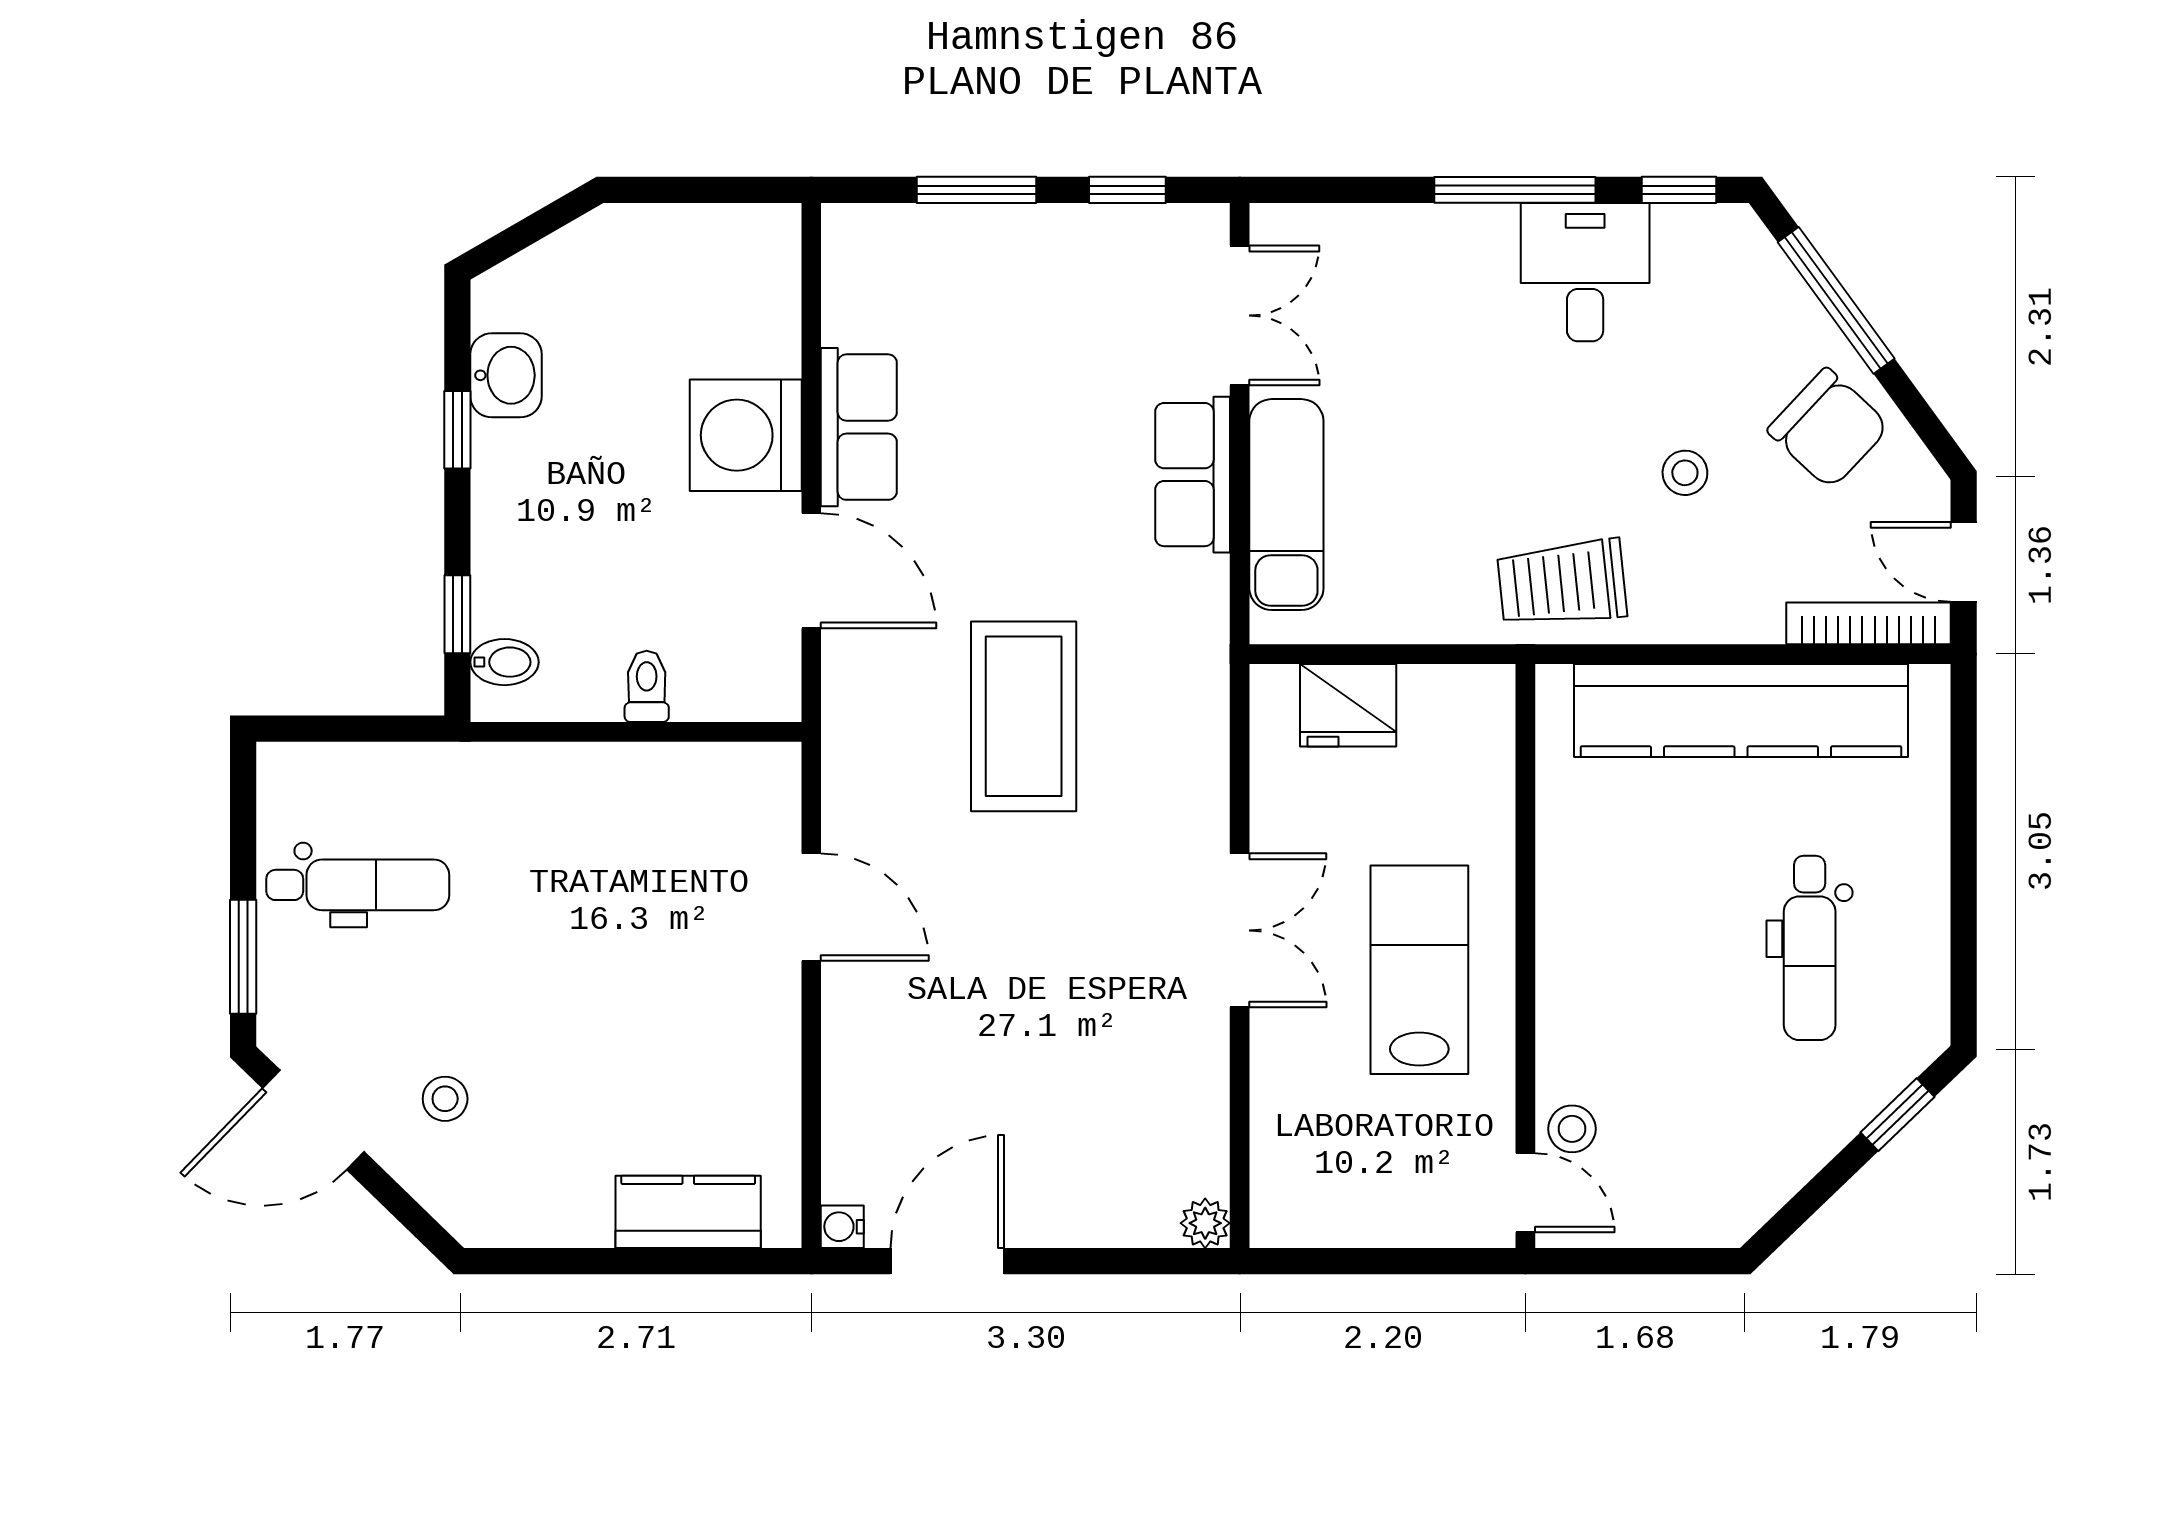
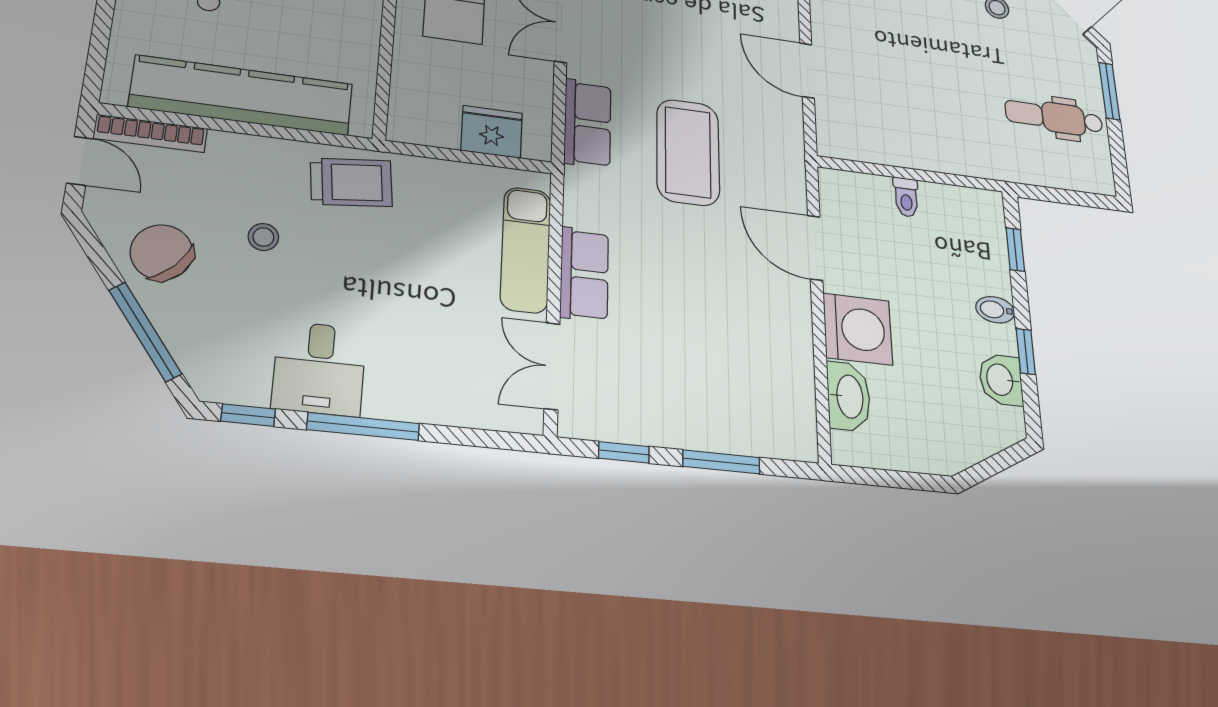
washbasin: (767, 318) -> (849, 396), added
row of seats: (859, 427) -> (588, 123), moved, turned 180
bidet: (504, 662) -> (995, 310), moved

